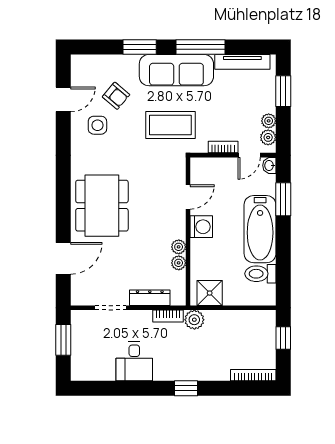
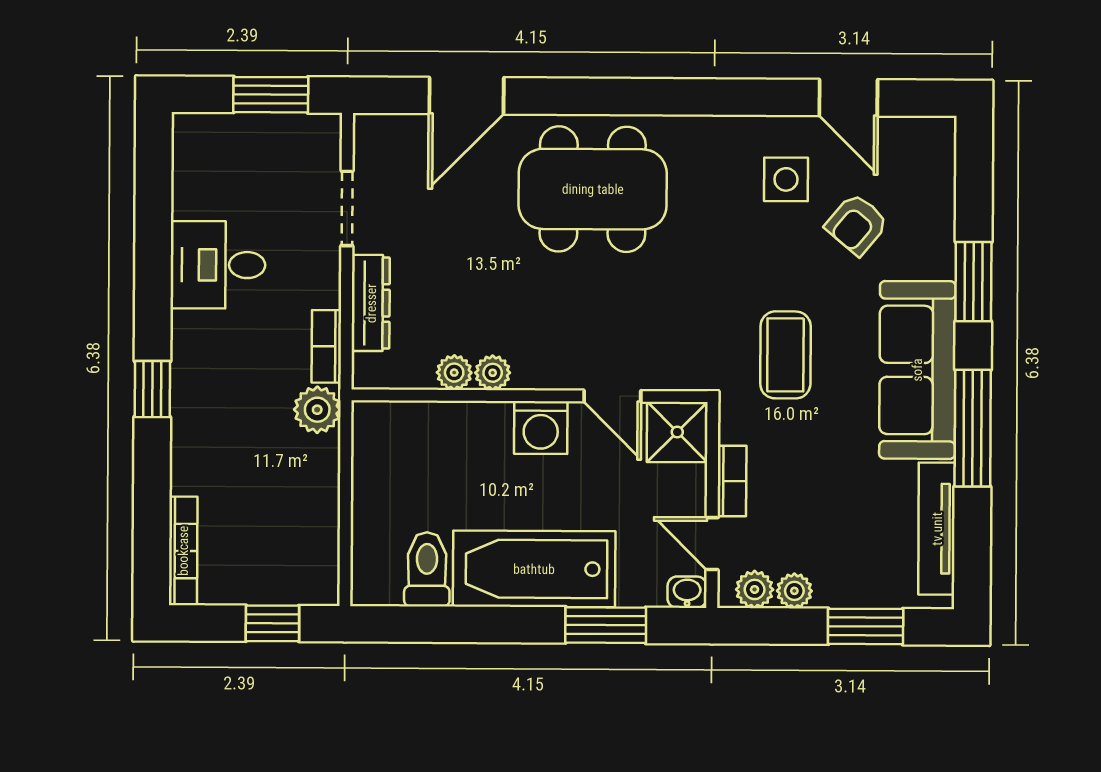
coffee table: (170, 125) -> (785, 355), width x0.73, depth x0.76
door: (63, 258) -> (466, 96), hinge flipped
shower: (210, 293) -> (677, 432), moved

